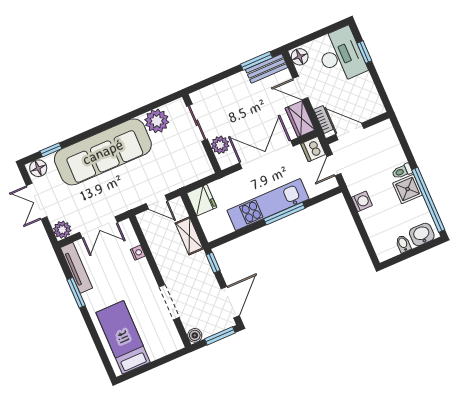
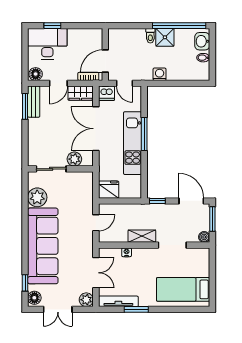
shelving: (189, 236) -> (142, 236), moved

